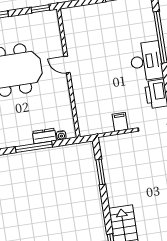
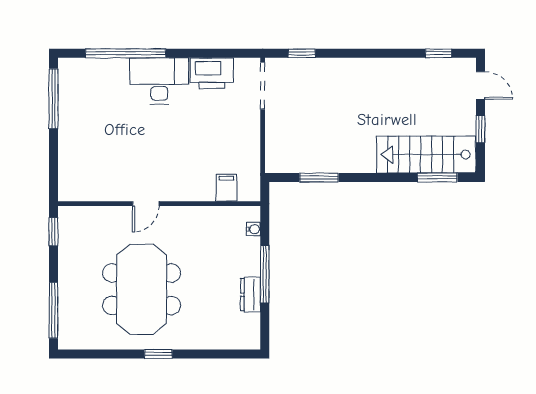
filing cabinet: (120, 122) -> (226, 188), moved, turned 90
dresser: (44, 136) -> (250, 295), moved

